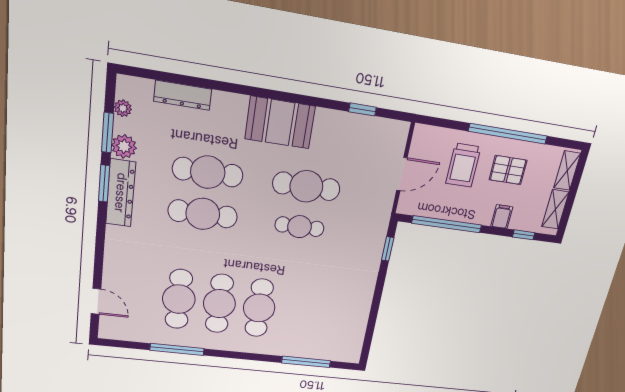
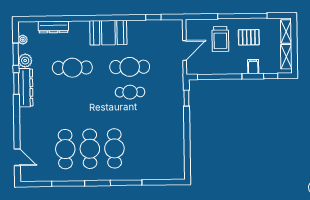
cafe table: (203, 214) -> (73, 93), removed
window: (306, 362) -> (126, 183), moved

